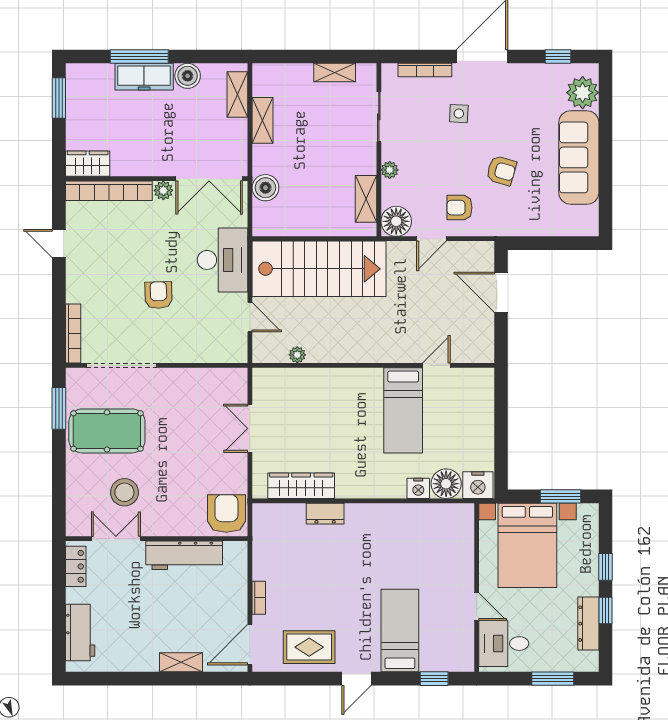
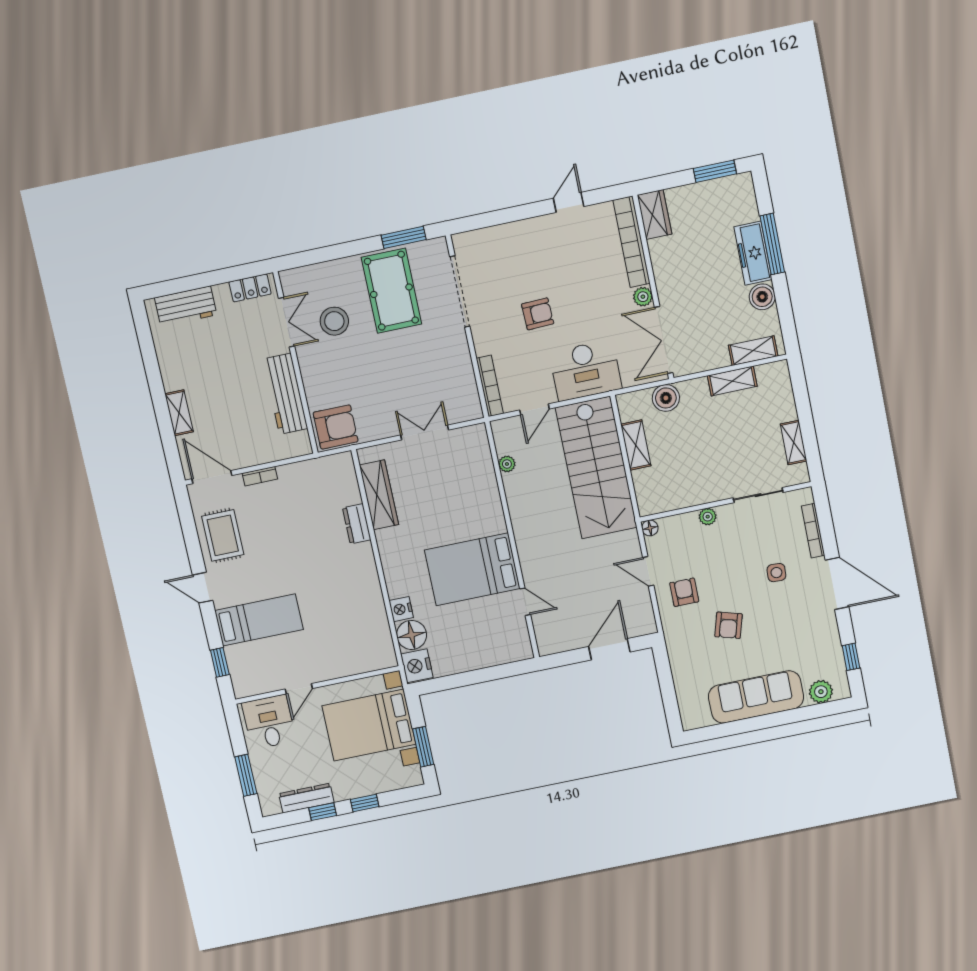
plant: (583, 93) -> (821, 692), width x0.73, depth x0.73
shelving: (366, 199) -> (636, 445), moved, turned 90
floor lamp: (396, 221) -> (650, 528), width x0.53, depth x0.53
bookcase: (73, 333) -> (490, 386), moved, turned -90
bed: (403, 410) -> (472, 569), width x1.50

